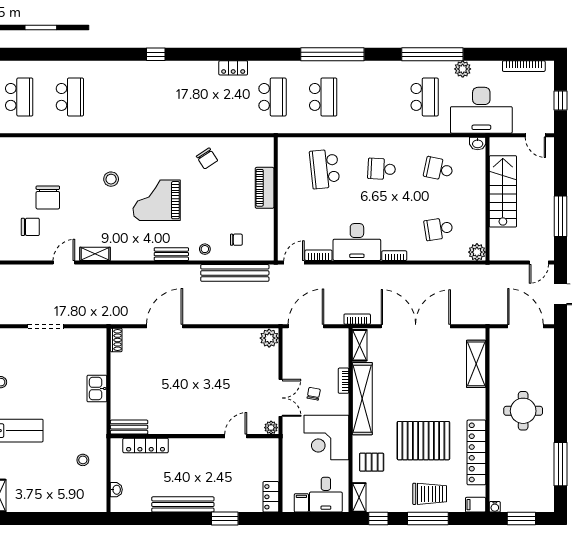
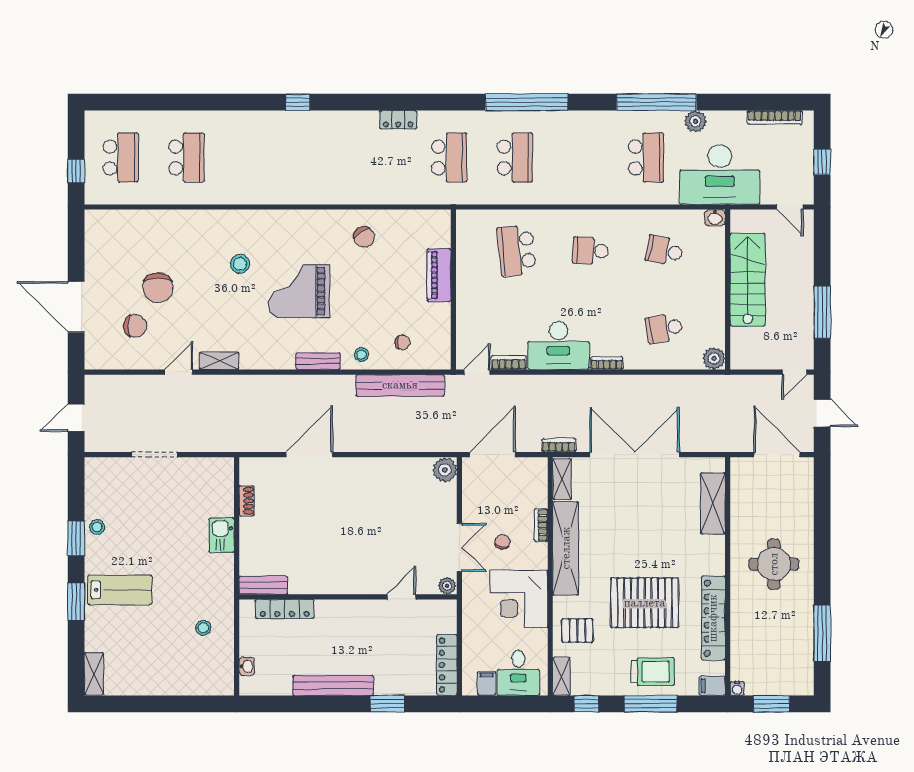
shoe rack: (116, 340) -> (247, 501), moved
locker: (271, 497) -> (447, 665), width x1.53

